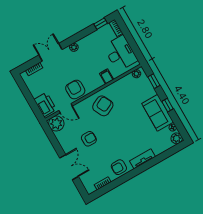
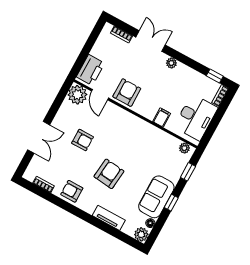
armchair: (103, 106) -> (109, 174), moved, turned -58
tv unit: (142, 159) -> (109, 218), moved

